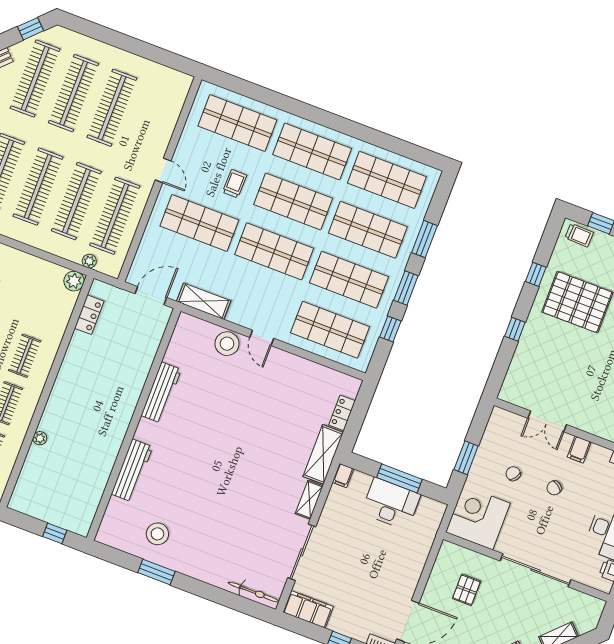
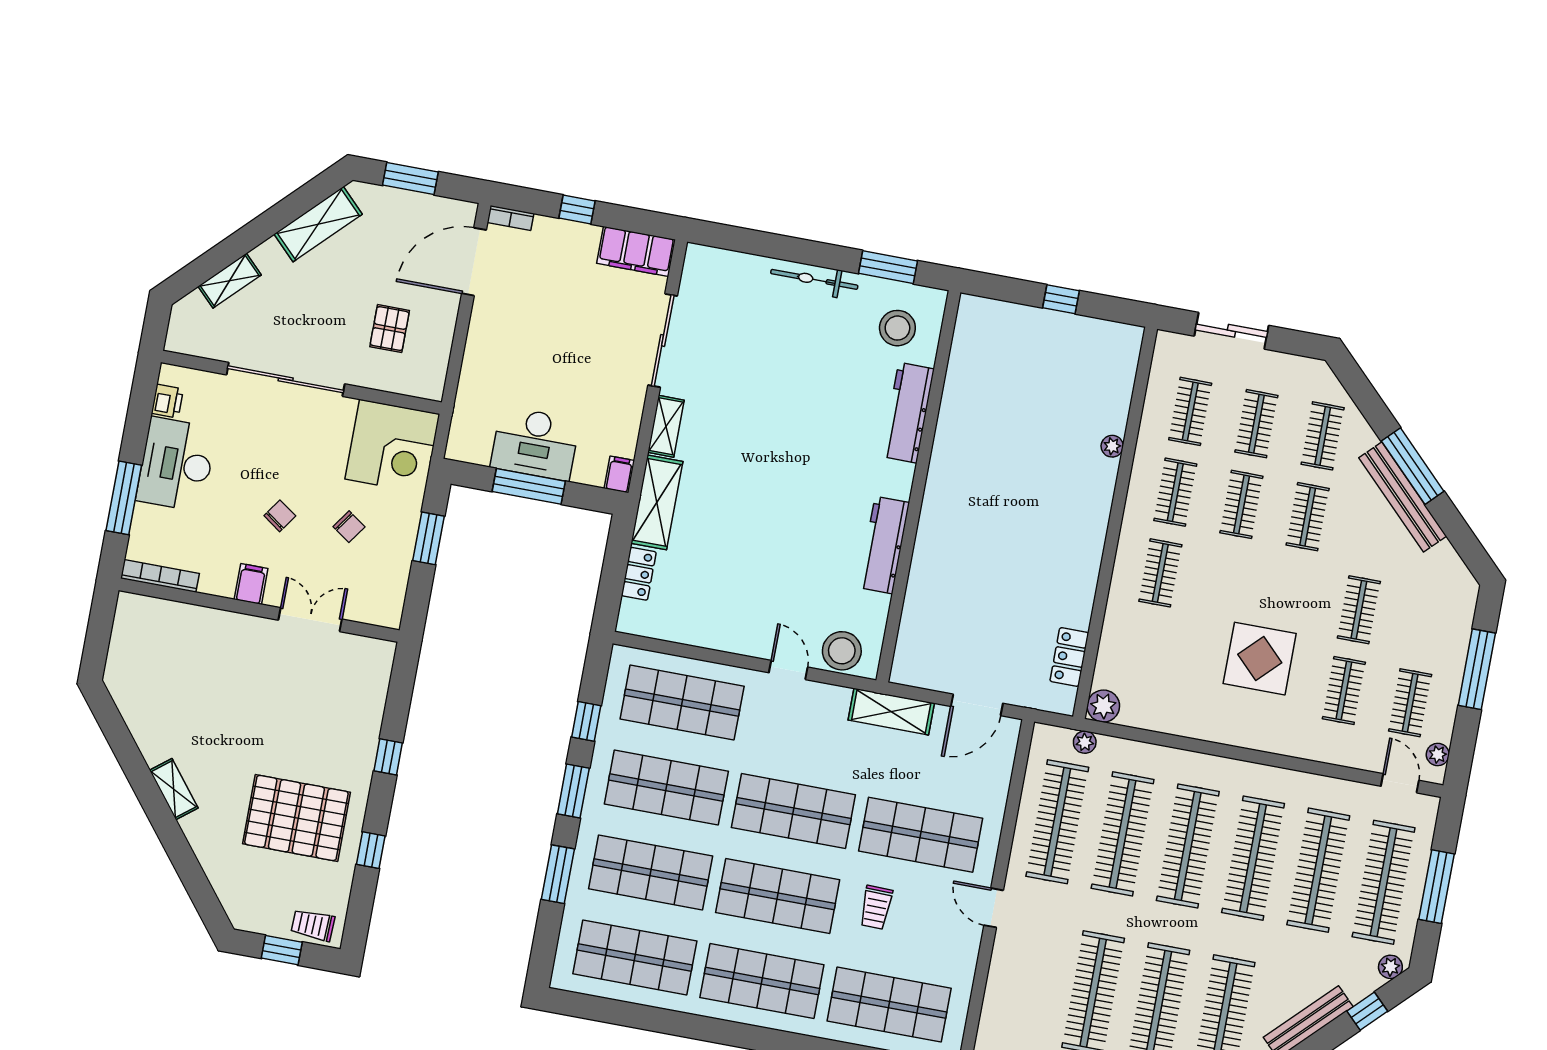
workbench: (161, 393) -> (884, 545), moved
wall: (134, 424) -> (918, 486), moved
workbench: (132, 470) -> (908, 413), moved
bicycle: (254, 592) -> (814, 279), moved

